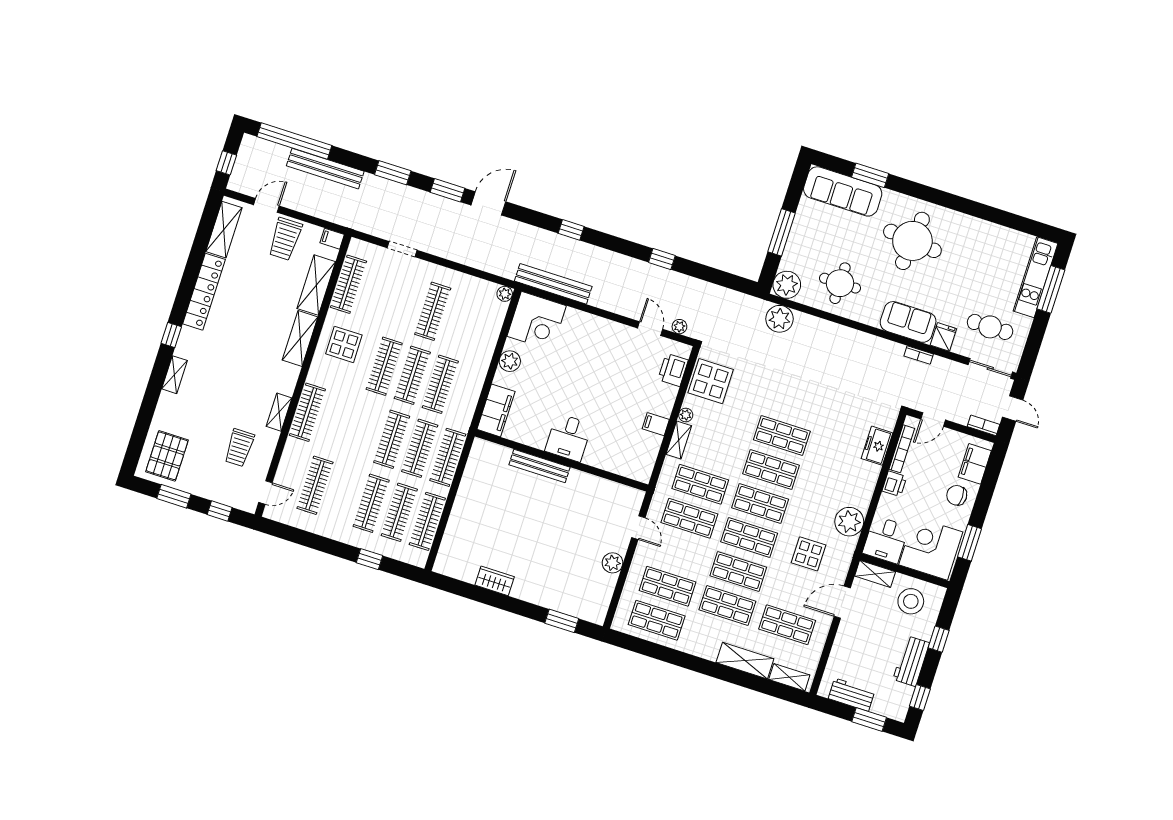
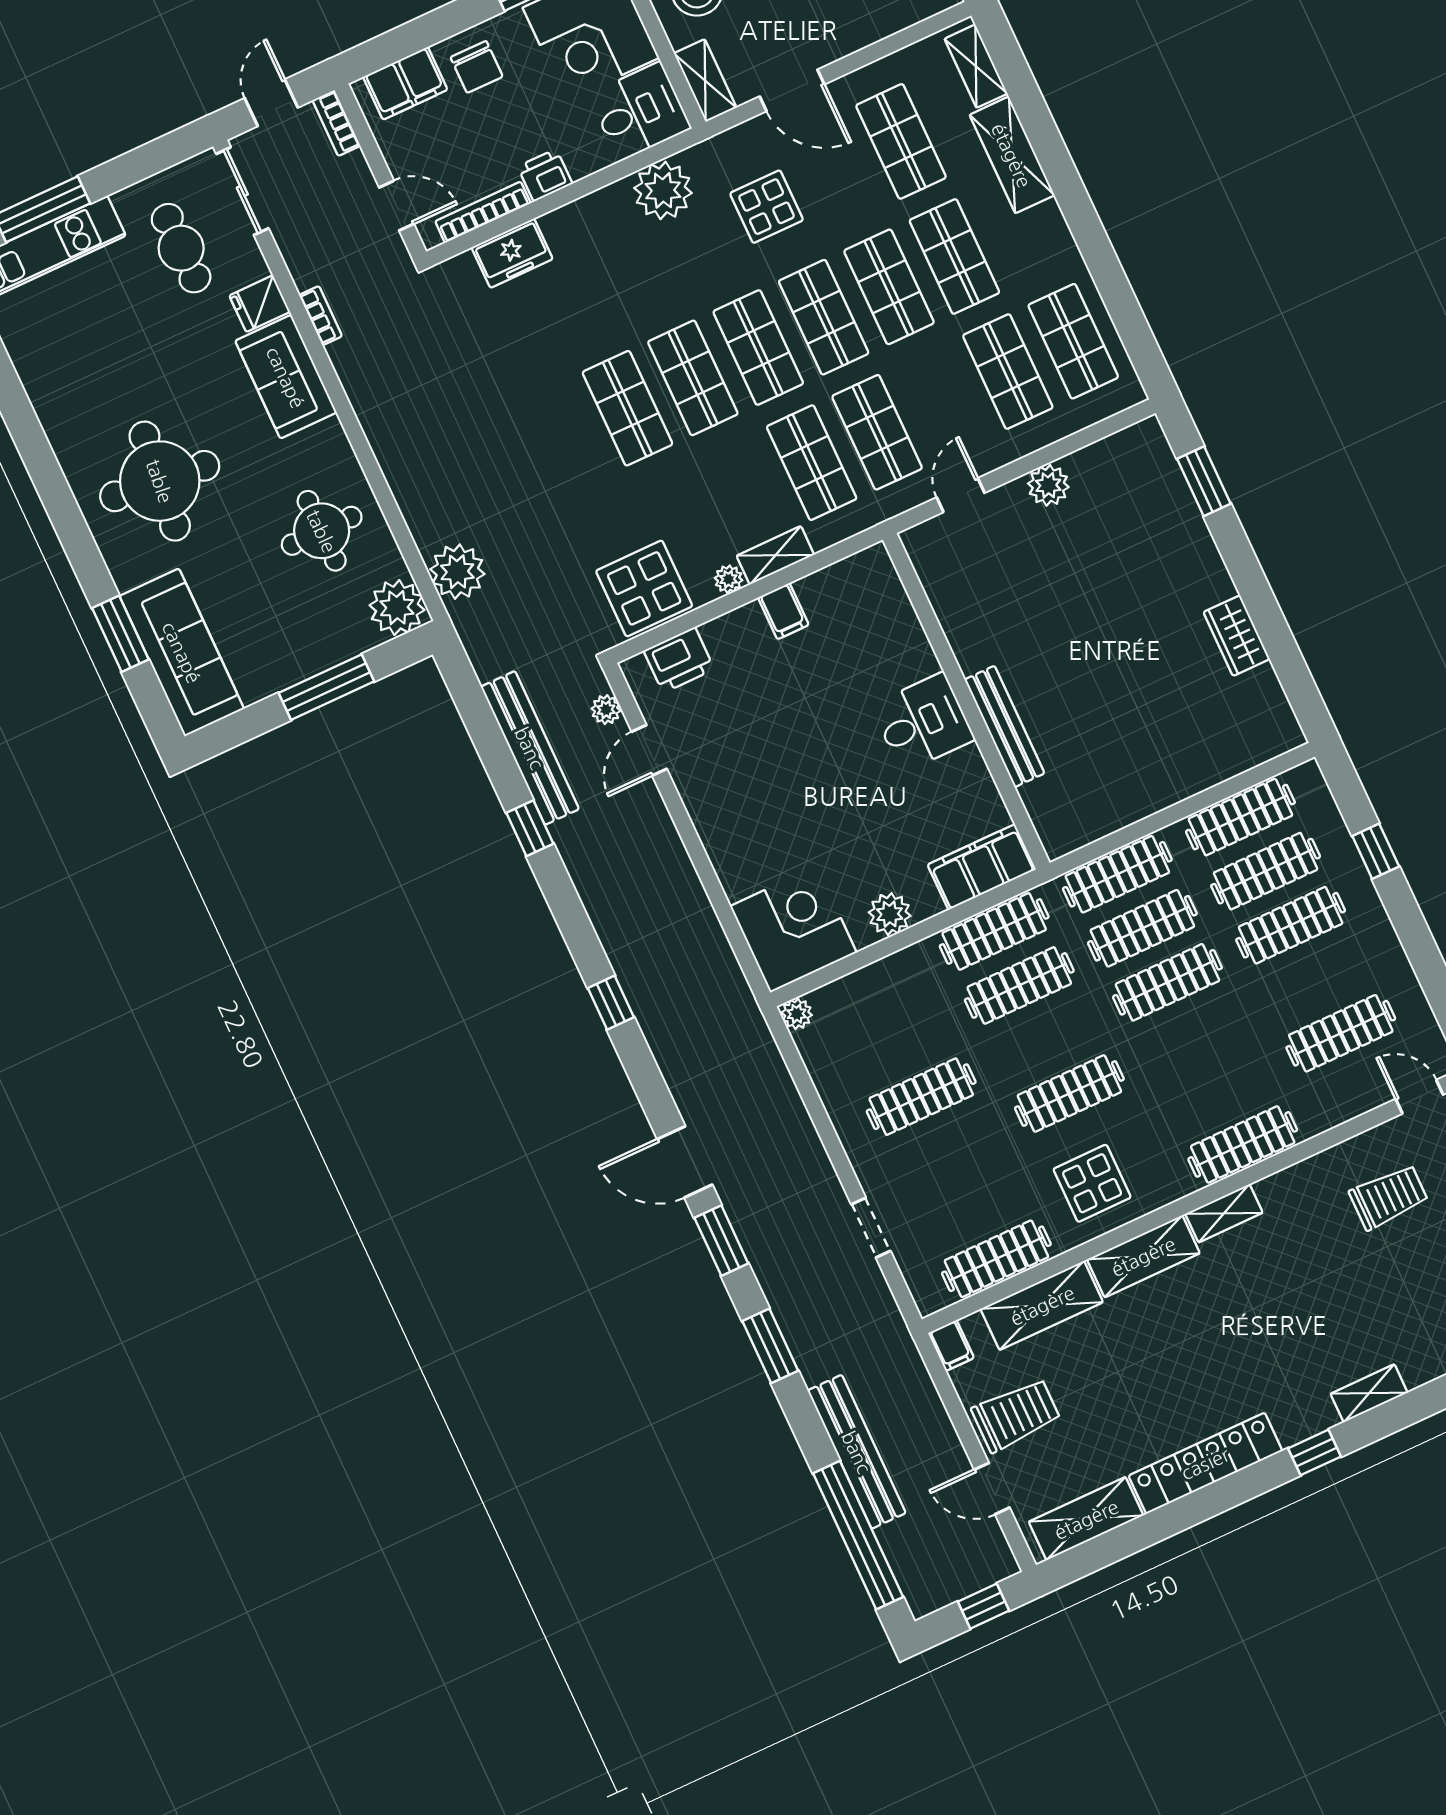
bench: (553, 284) -> (530, 748), moved
clothes rail: (412, 375) -> (994, 931), moved
shelving: (279, 412) -> (1224, 1213), moved

